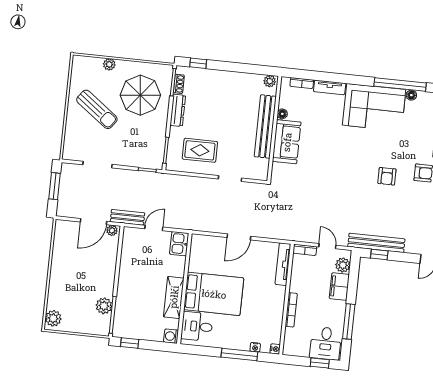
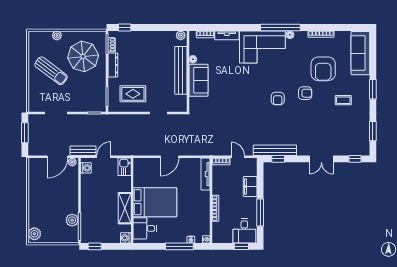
washing machine: (129, 240) -> (86, 168), added
plant: (343, 265) -> (251, 170), removed

